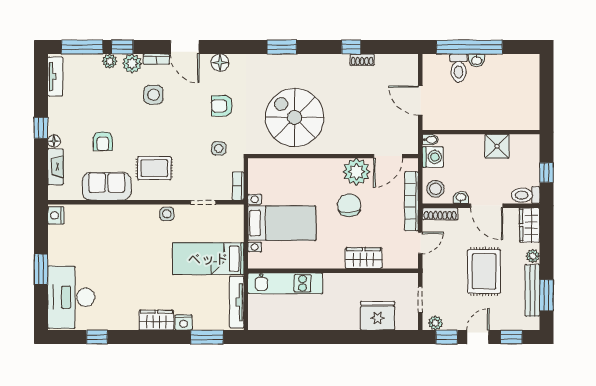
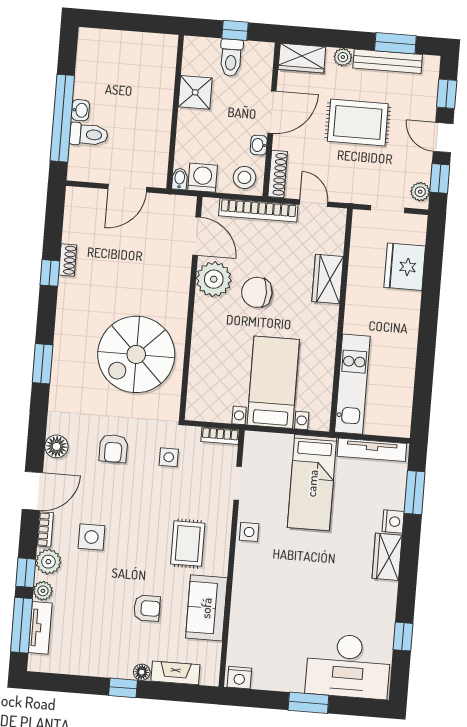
tv unit: (55, 76) -> (40, 628), moved, turned 90
toilet: (526, 195) -> (231, 58), moved

